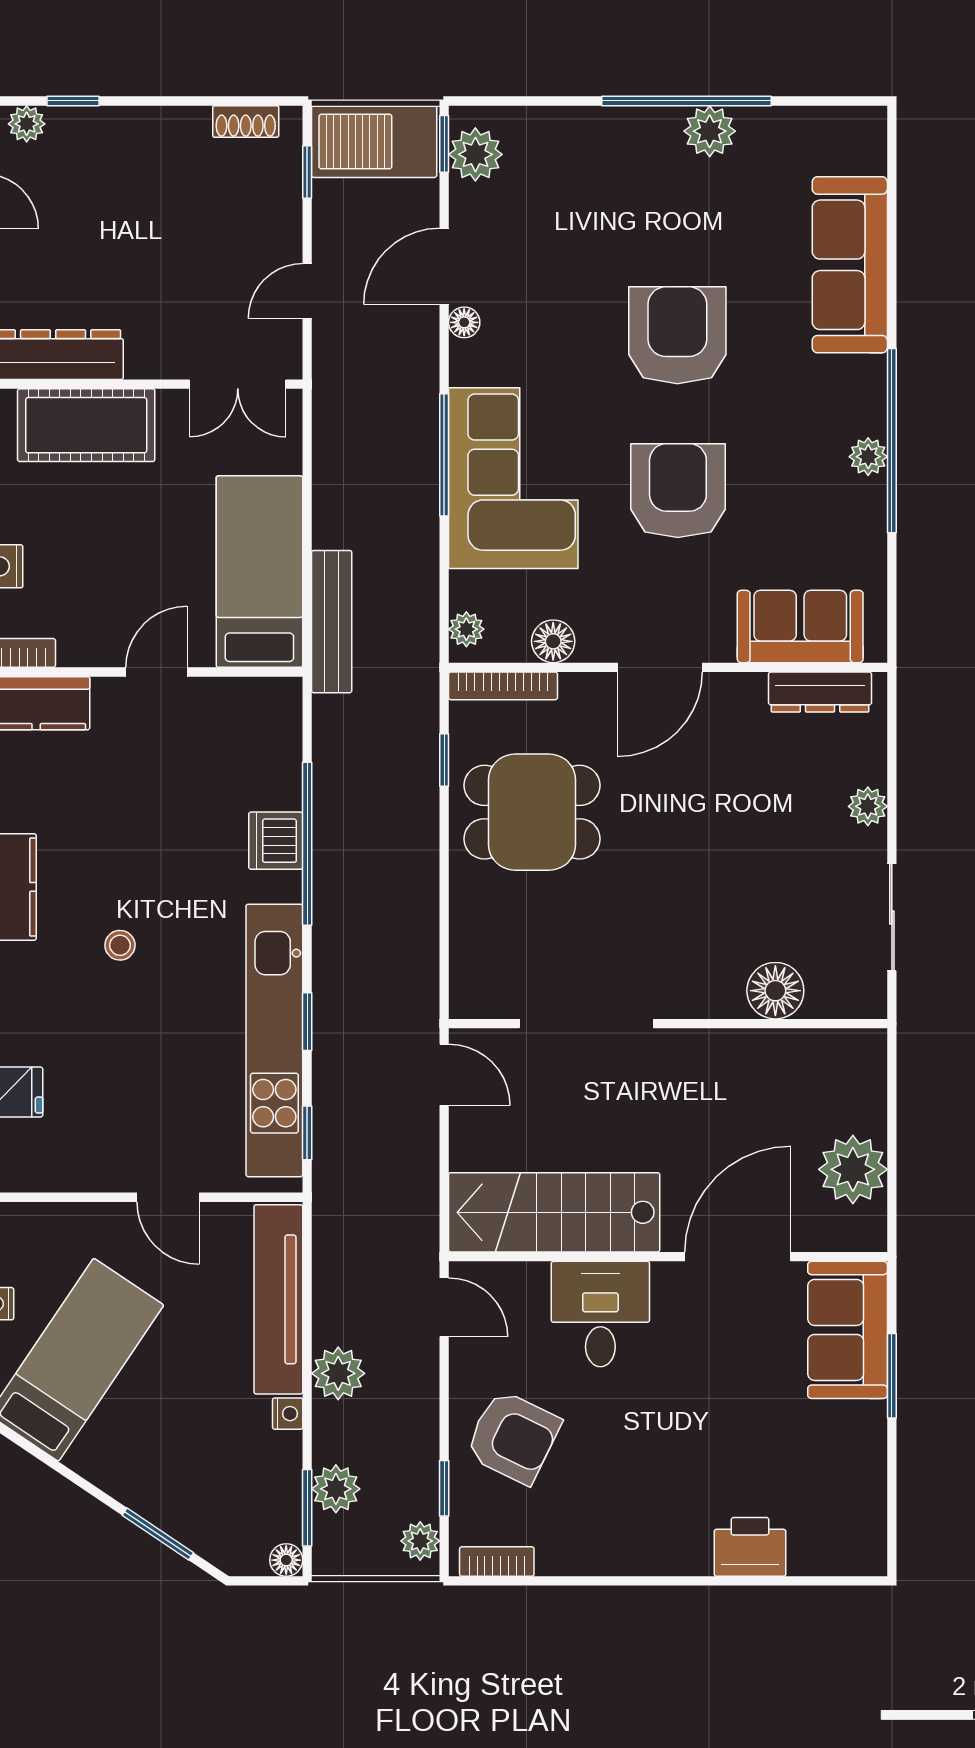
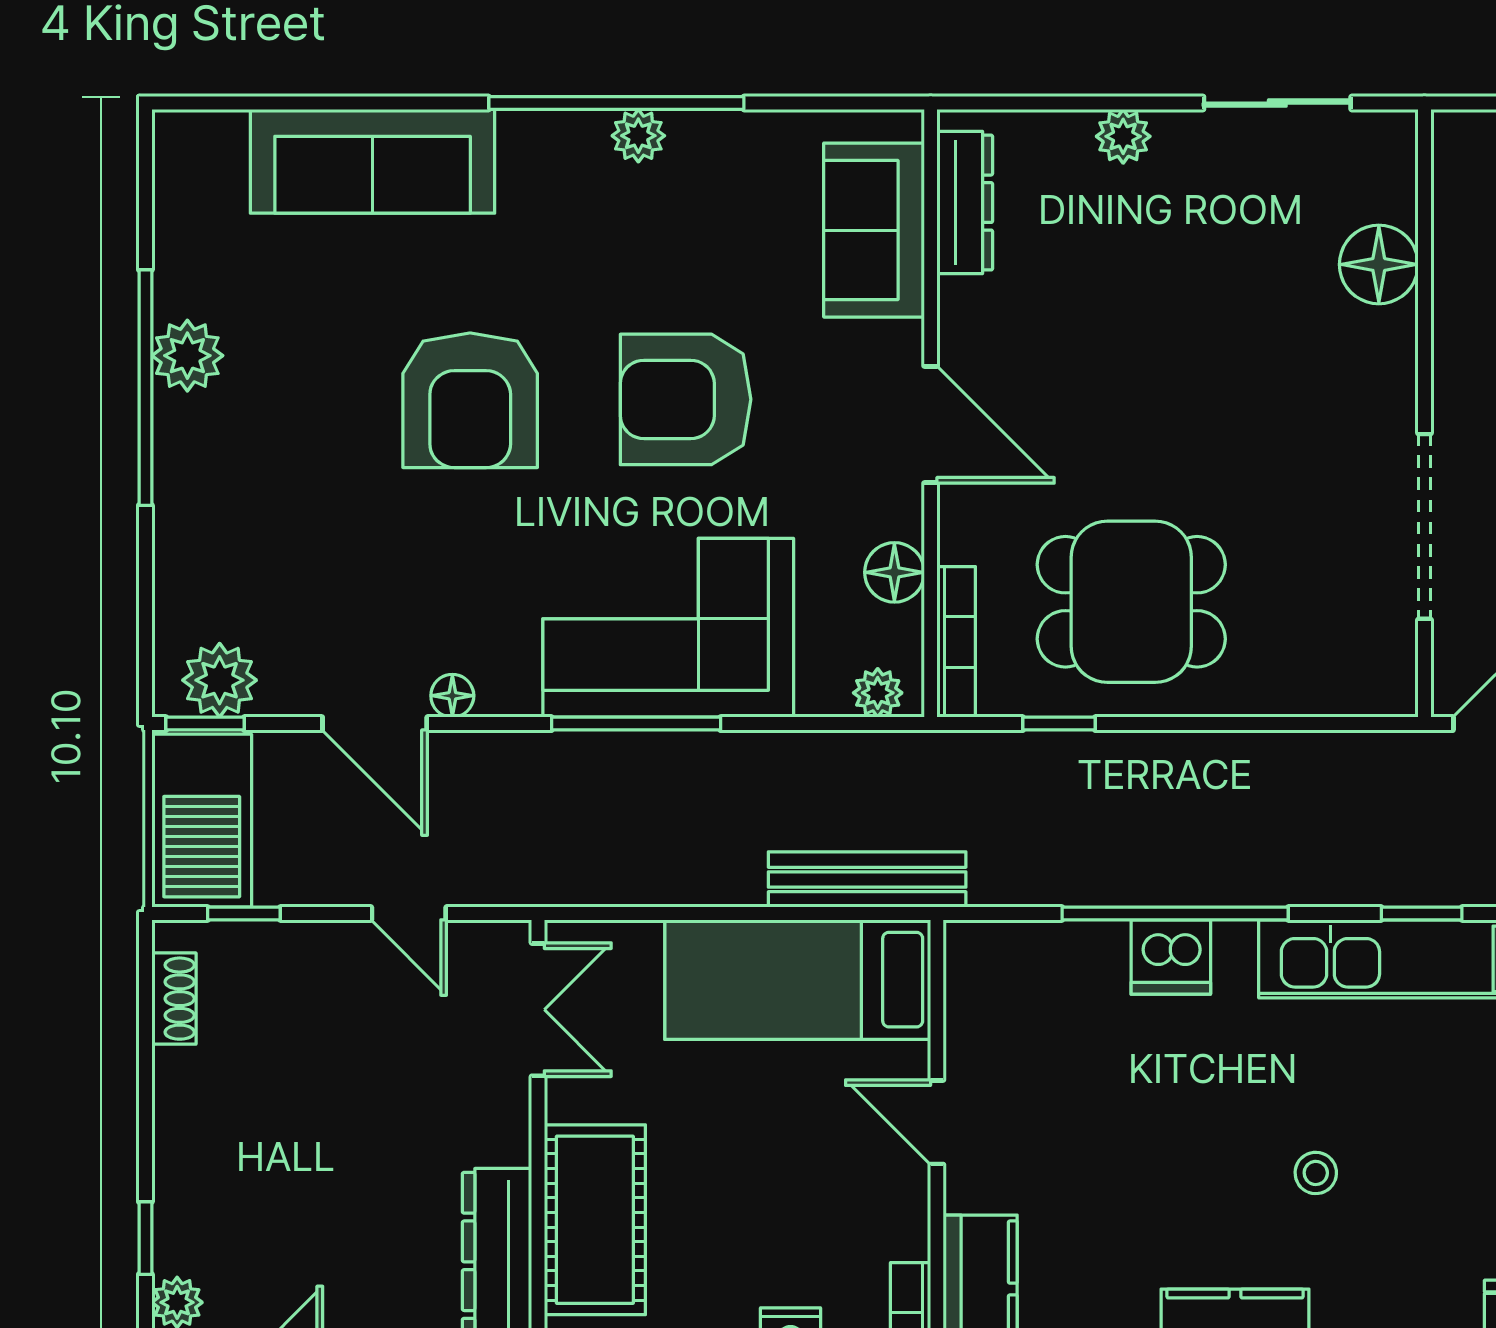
armchair: (677, 335) -> (470, 400), turned -90
dining table: (532, 812) -> (1131, 602), turned 90

